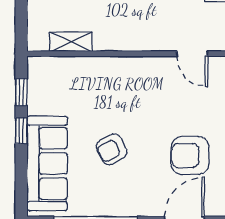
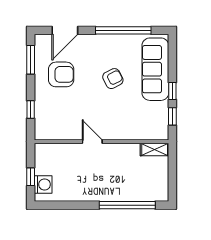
shelving: (71, 42) -> (155, 150), moved
door: (192, 54) -> (92, 142), moved

